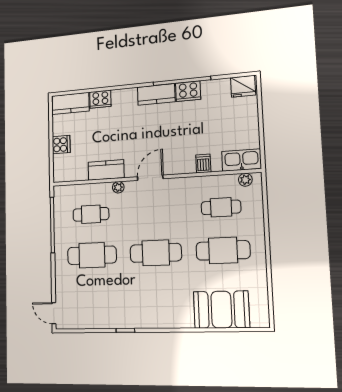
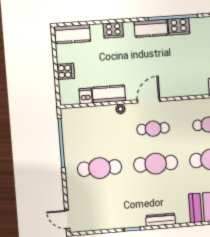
cooker: (100, 99) -> (113, 30), moved
dishwasher: (203, 163) -> (86, 96), moved
cafe table: (91, 214) -> (153, 129), moved
dresser: (159, 322) -> (161, 220), added

